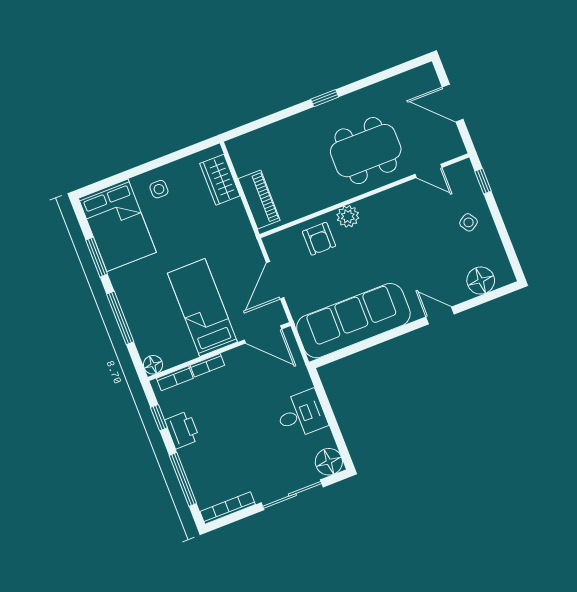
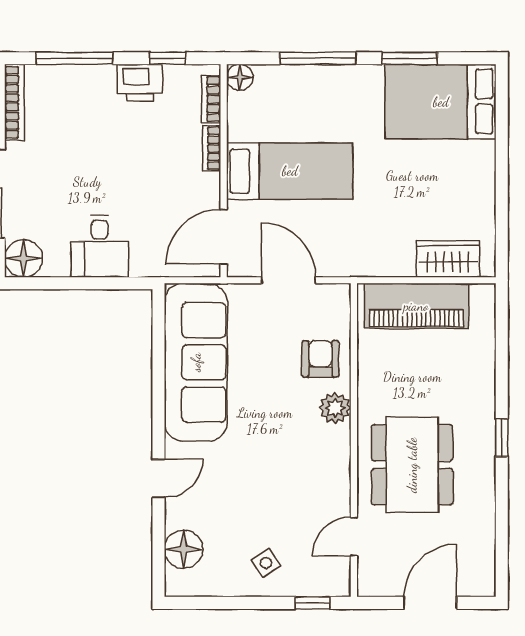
side table: (159, 189) -> (467, 174), removed
piano: (259, 199) -> (416, 306), width x1.37, depth x1.33
armchair: (319, 239) -> (320, 359), turned 90

